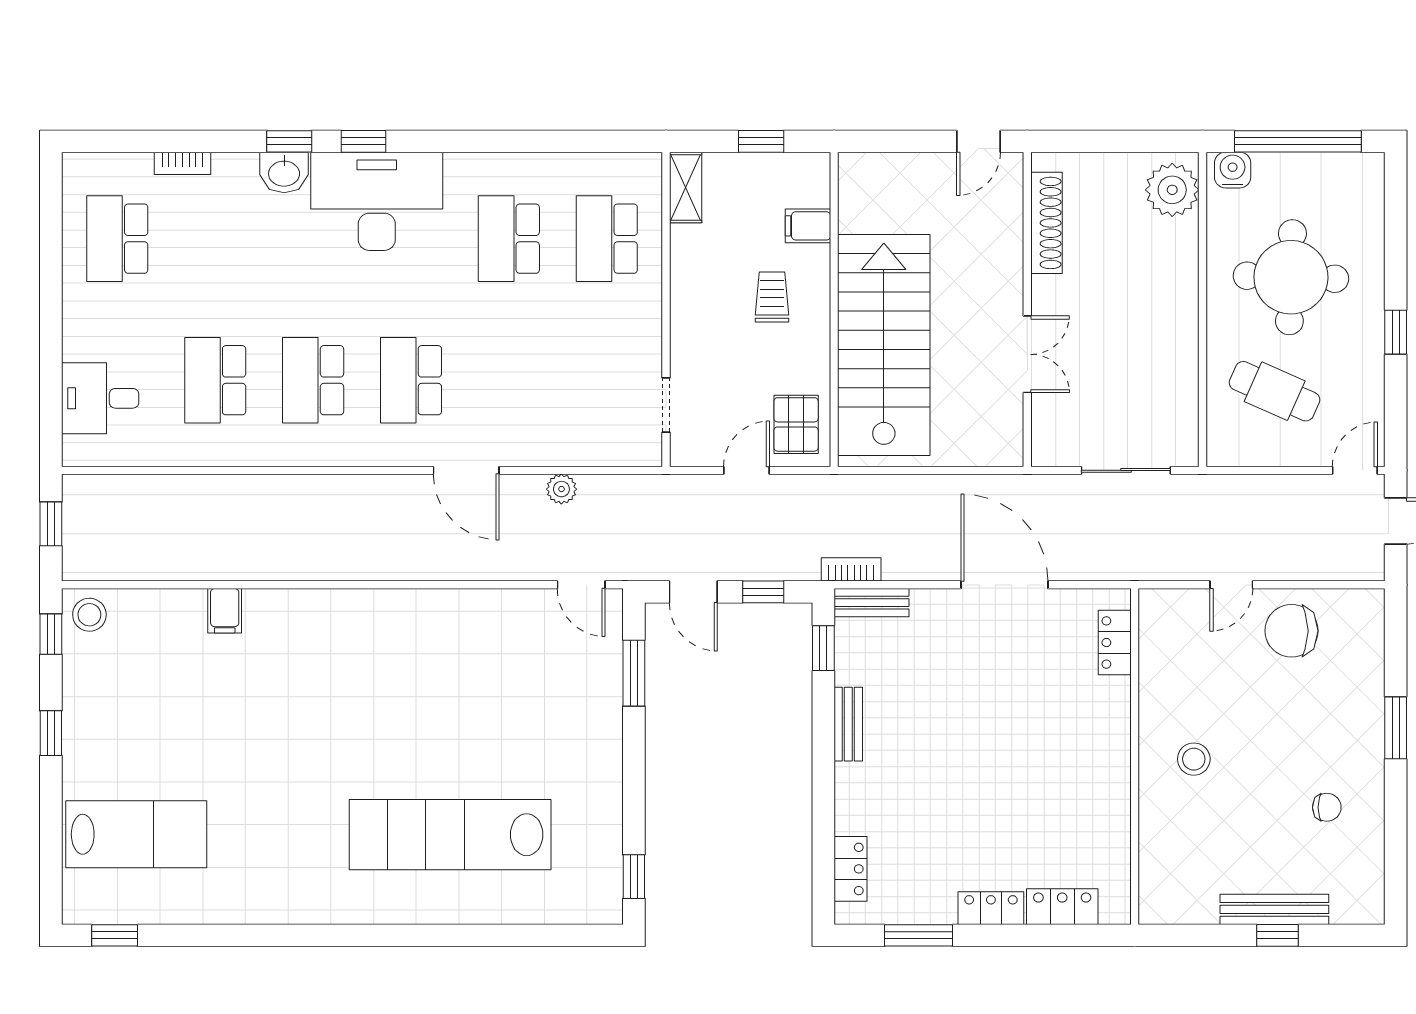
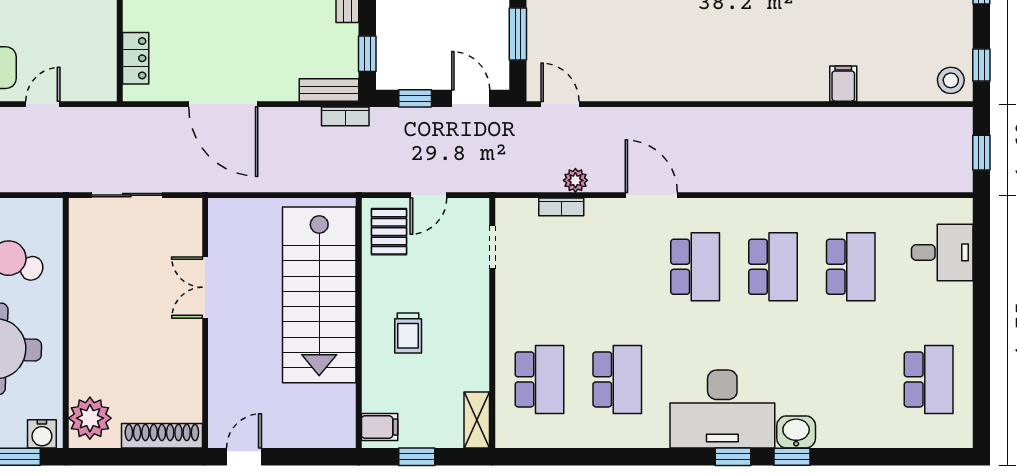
bookcase: (182, 163) -> (561, 207), moved, turned 180
shoe rack: (1047, 223) -> (162, 436), moved, turned 90
filing cabinet: (808, 226) -> (380, 427), moved

